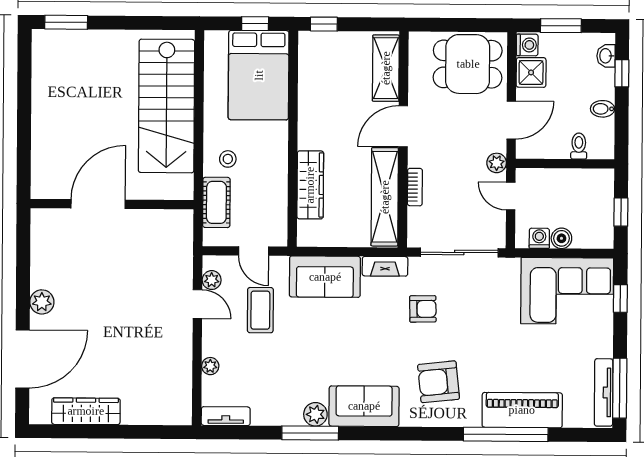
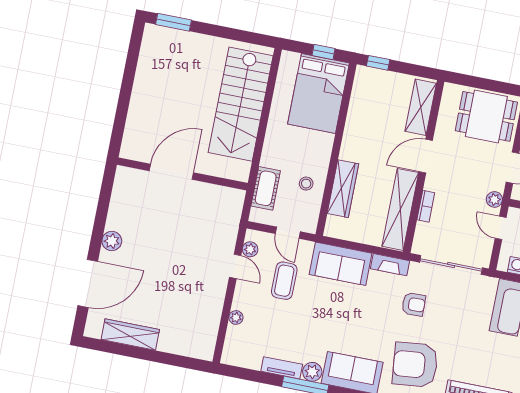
stool: (228, 159) -> (306, 184), moved
armchair: (439, 382) -> (415, 365), width x1.36, depth x1.36
tv unit: (226, 416) -> (282, 368), moved

